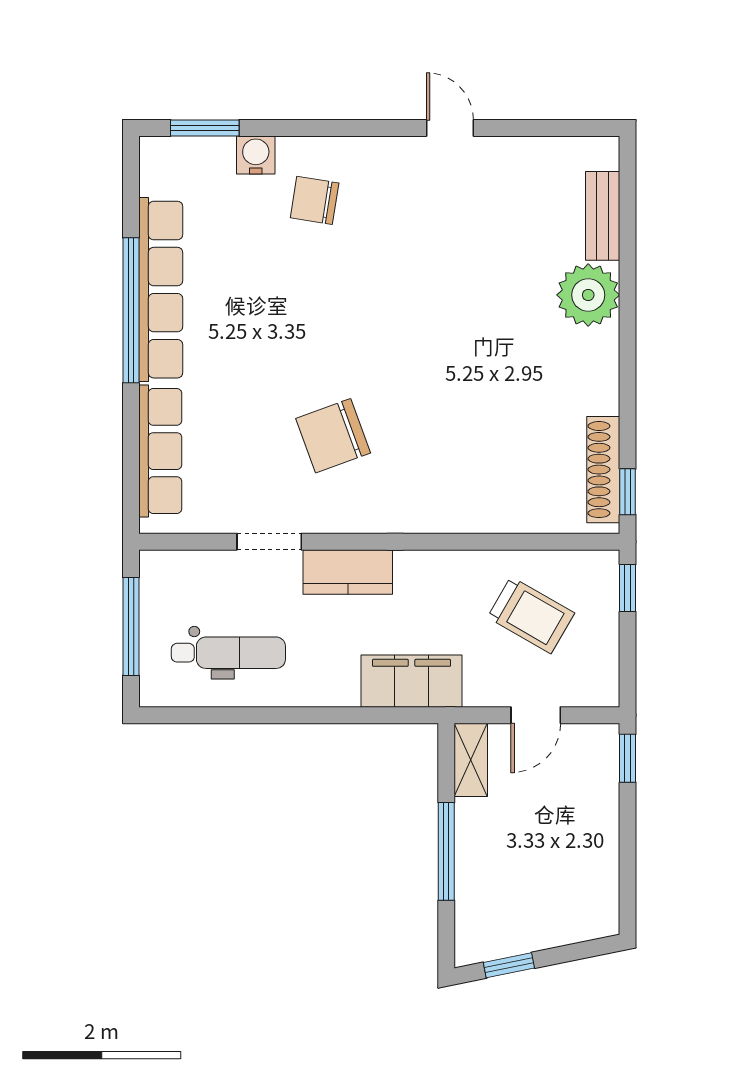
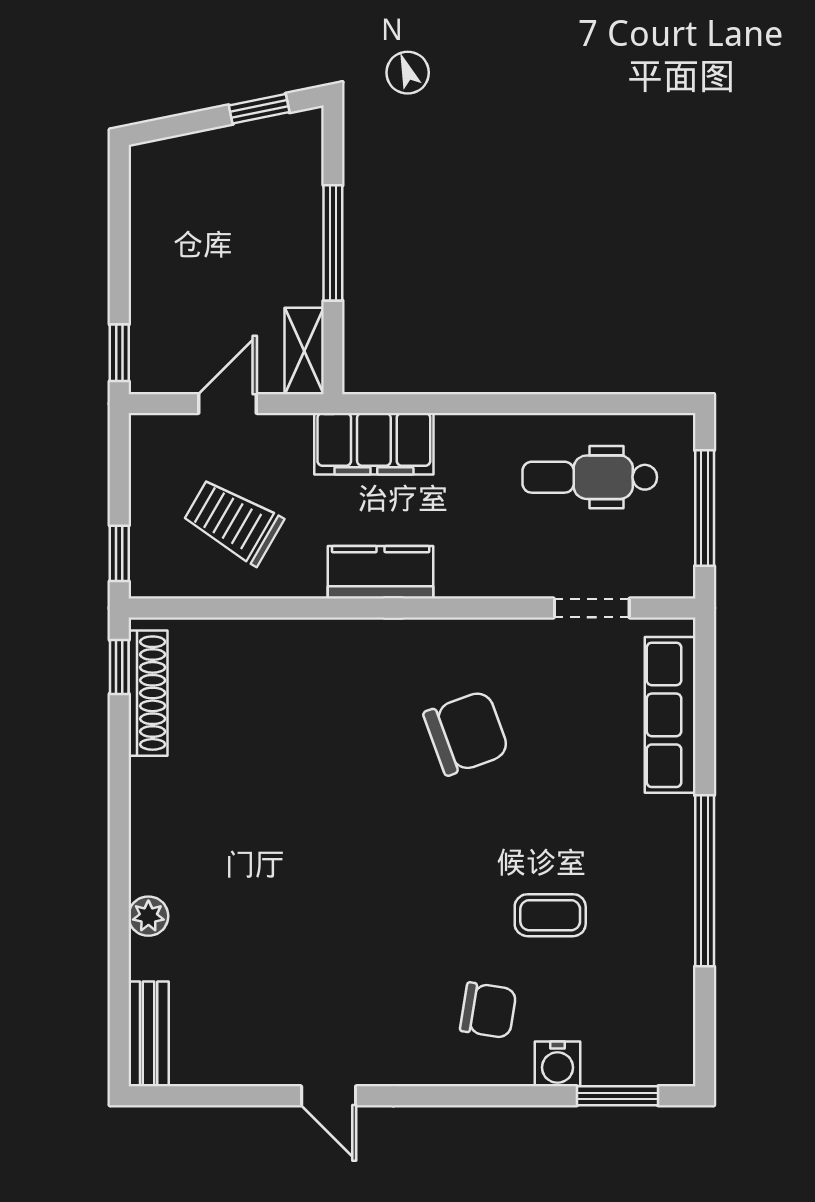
bench: (603, 216) -> (149, 1034), moved
coffee table: (262, 281) -> (550, 915), added
row of seats: (161, 290) -> (670, 905), removed
plant: (588, 295) -> (148, 916), width x0.53, depth x0.53
doorway: (269, 542) -> (592, 608), moved
kitchen counter: (348, 572) -> (381, 572), moved

